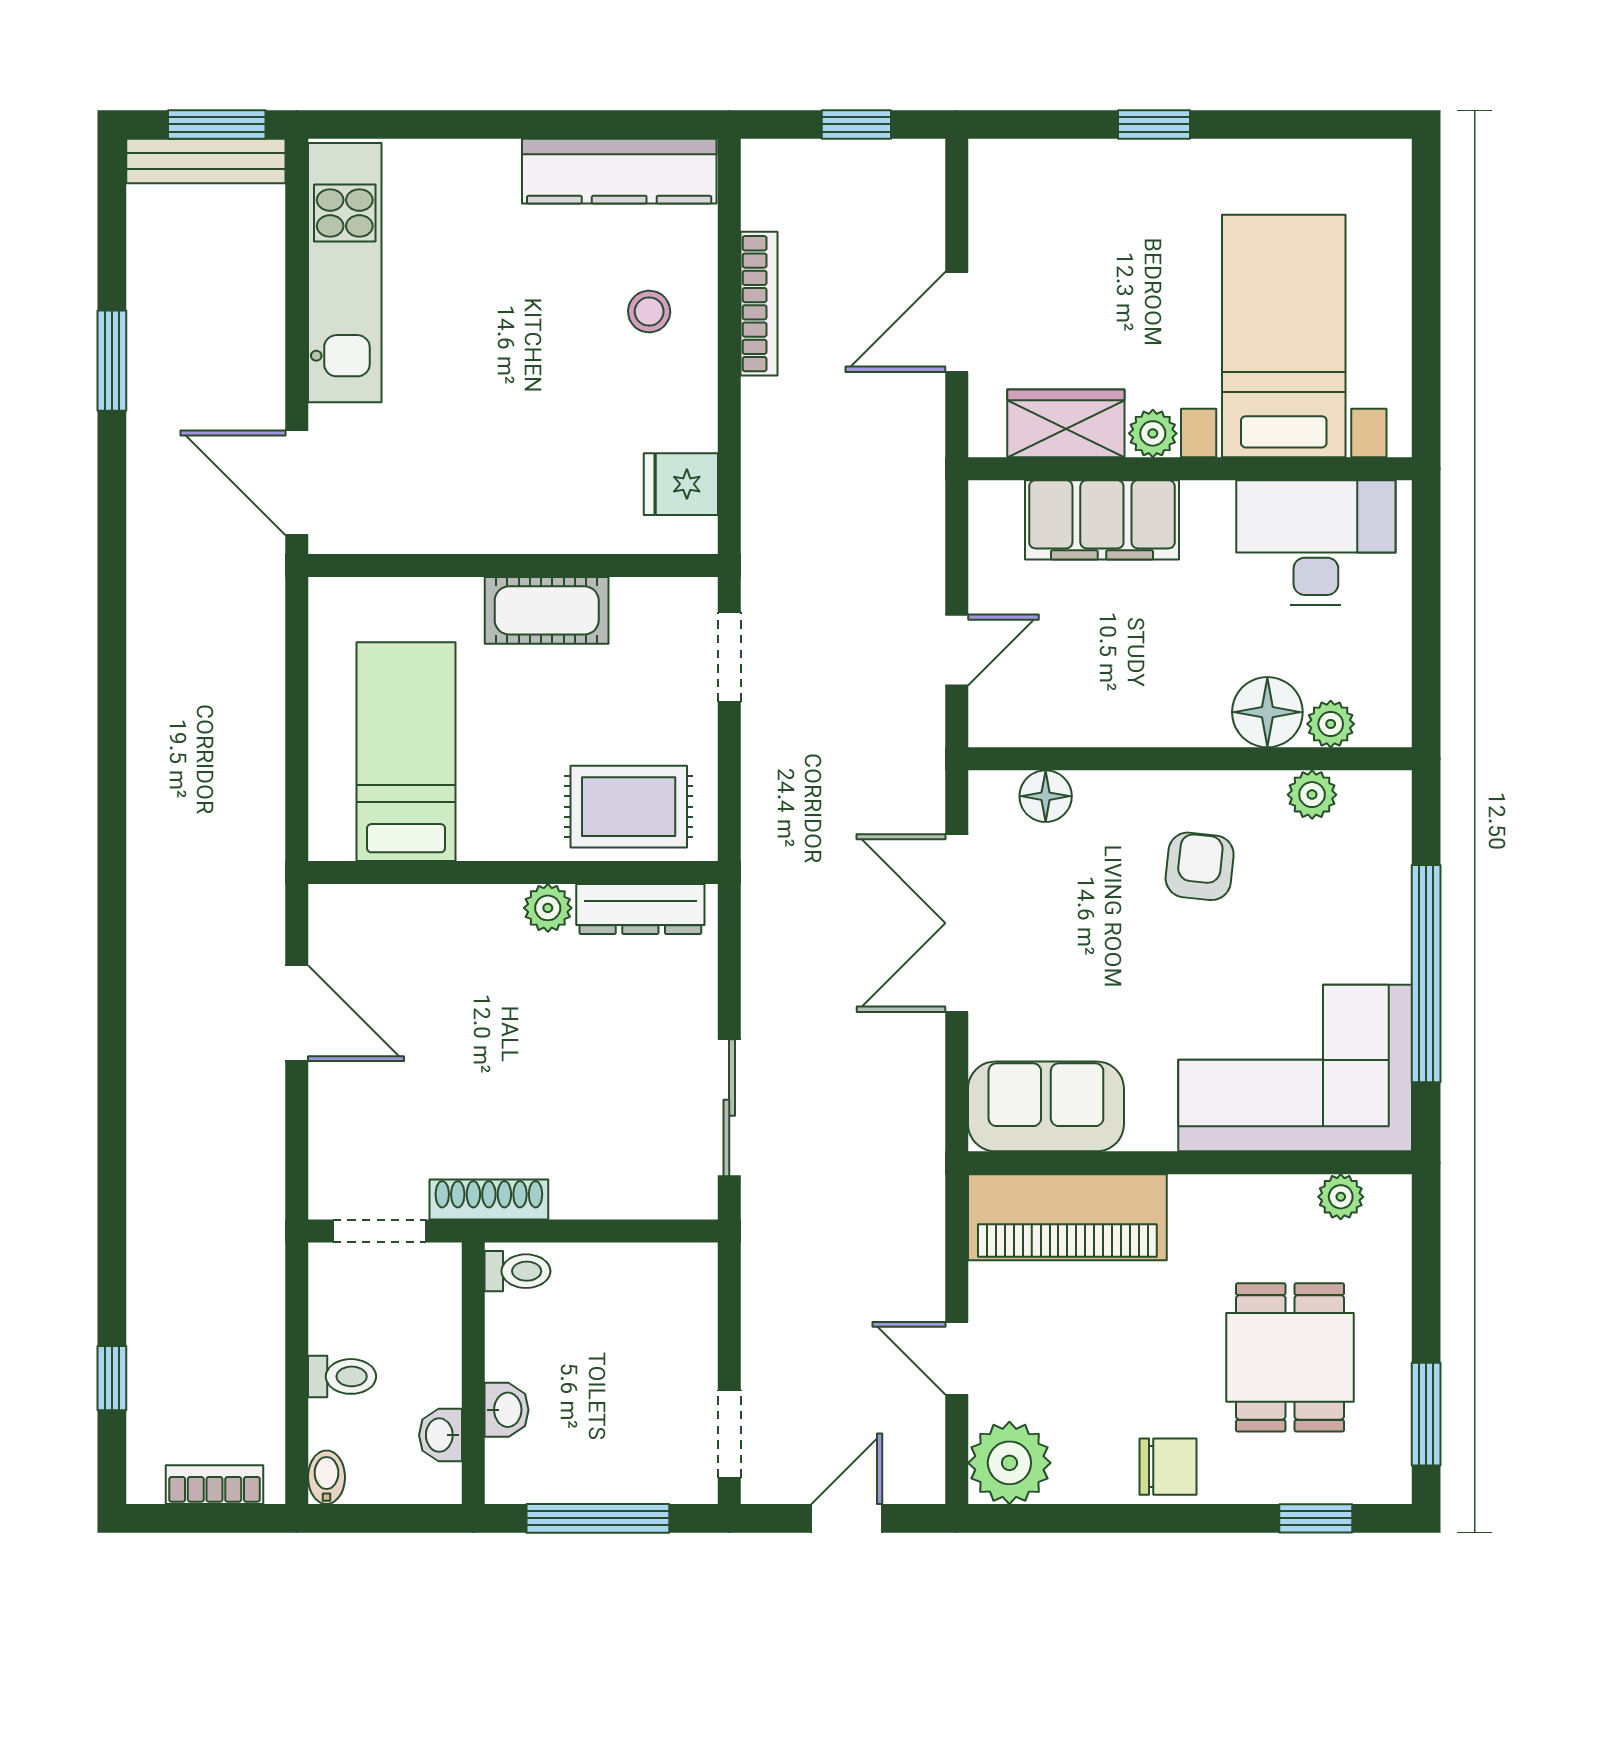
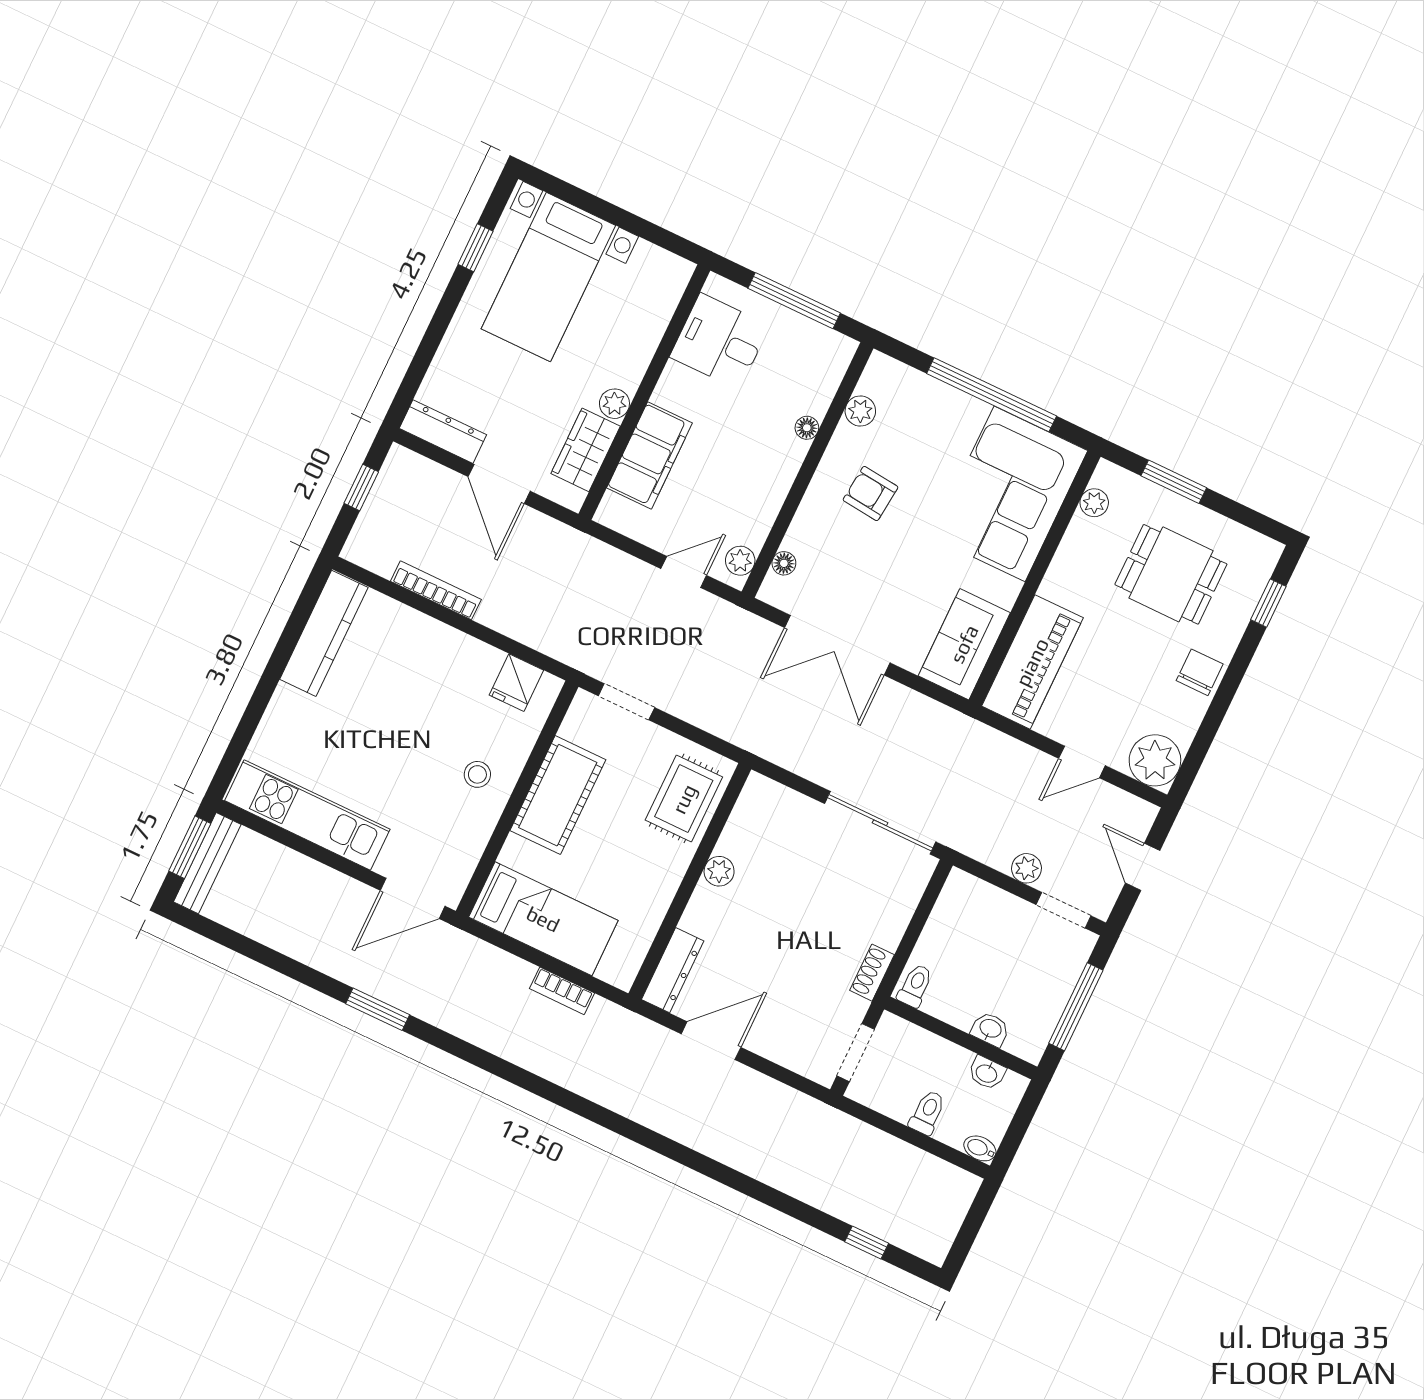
window: (1154, 124) -> (476, 248), moved
dresser: (994, 204) -> (443, 432), added
stool: (649, 312) -> (477, 774), moved
bed with nightstands: (1284, 336) -> (548, 277), moved, turned -90
window: (112, 361) -> (378, 1009), moved
desk: (1316, 543) -> (720, 341), width x0.73
cot: (547, 610) -> (558, 795), width x1.37, depth x1.34
window: (1426, 622) -> (794, 301), added
door: (957, 650) -> (684, 572), hinge flipped
floor lamp: (1267, 712) -> (807, 428), width x0.53, depth x0.53
plant: (1331, 724) -> (740, 561), moved
bed: (406, 752) -> (543, 919), moved, turned 180
floor lamp: (1046, 796) -> (784, 563), width x0.73, depth x0.73
dresser: (640, 909) -> (673, 970), moved
sliding door: (729, 1108) -> (880, 823), width x1.37
shoe rack: (489, 1200) -> (872, 973), width x0.70
plant: (764, 1351) -> (1026, 868), added
window: (1426, 1414) -> (1174, 482), moved
bookcase: (215, 1485) -> (562, 991), moved, turned -90

